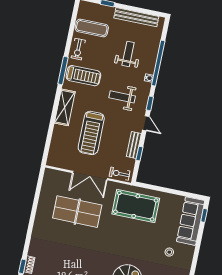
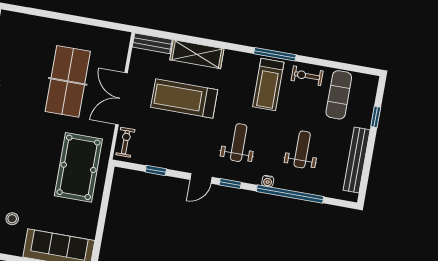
weight bench: (128, 54) -> (302, 149), turned -90
shelving: (65, 107) -> (197, 54), moved
bench: (134, 145) -> (152, 43), moved

